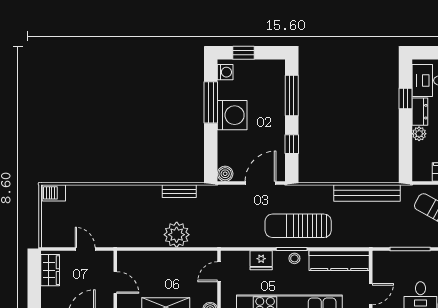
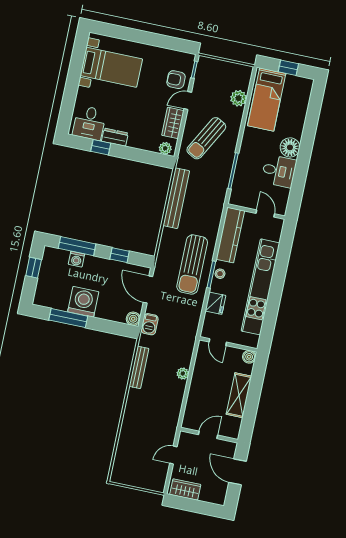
window: (243, 53) -> (34, 268), moved
washing machine: (225, 72) -> (76, 259), moved, turned 180
plant: (419, 134) -> (165, 148), moved
bench: (179, 191) -> (139, 367), width x1.36
barbecue: (54, 193) -> (150, 324), moved
plant: (177, 235) -> (183, 374), width x0.53, depth x0.53

